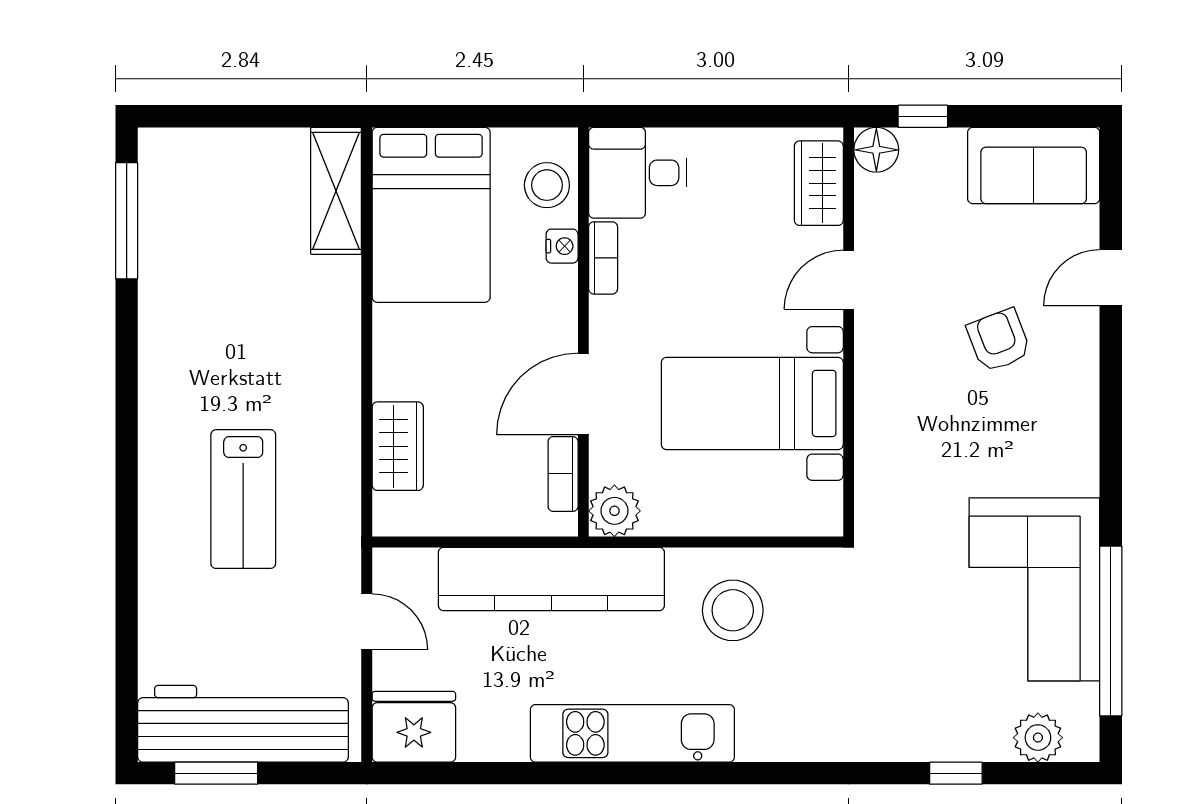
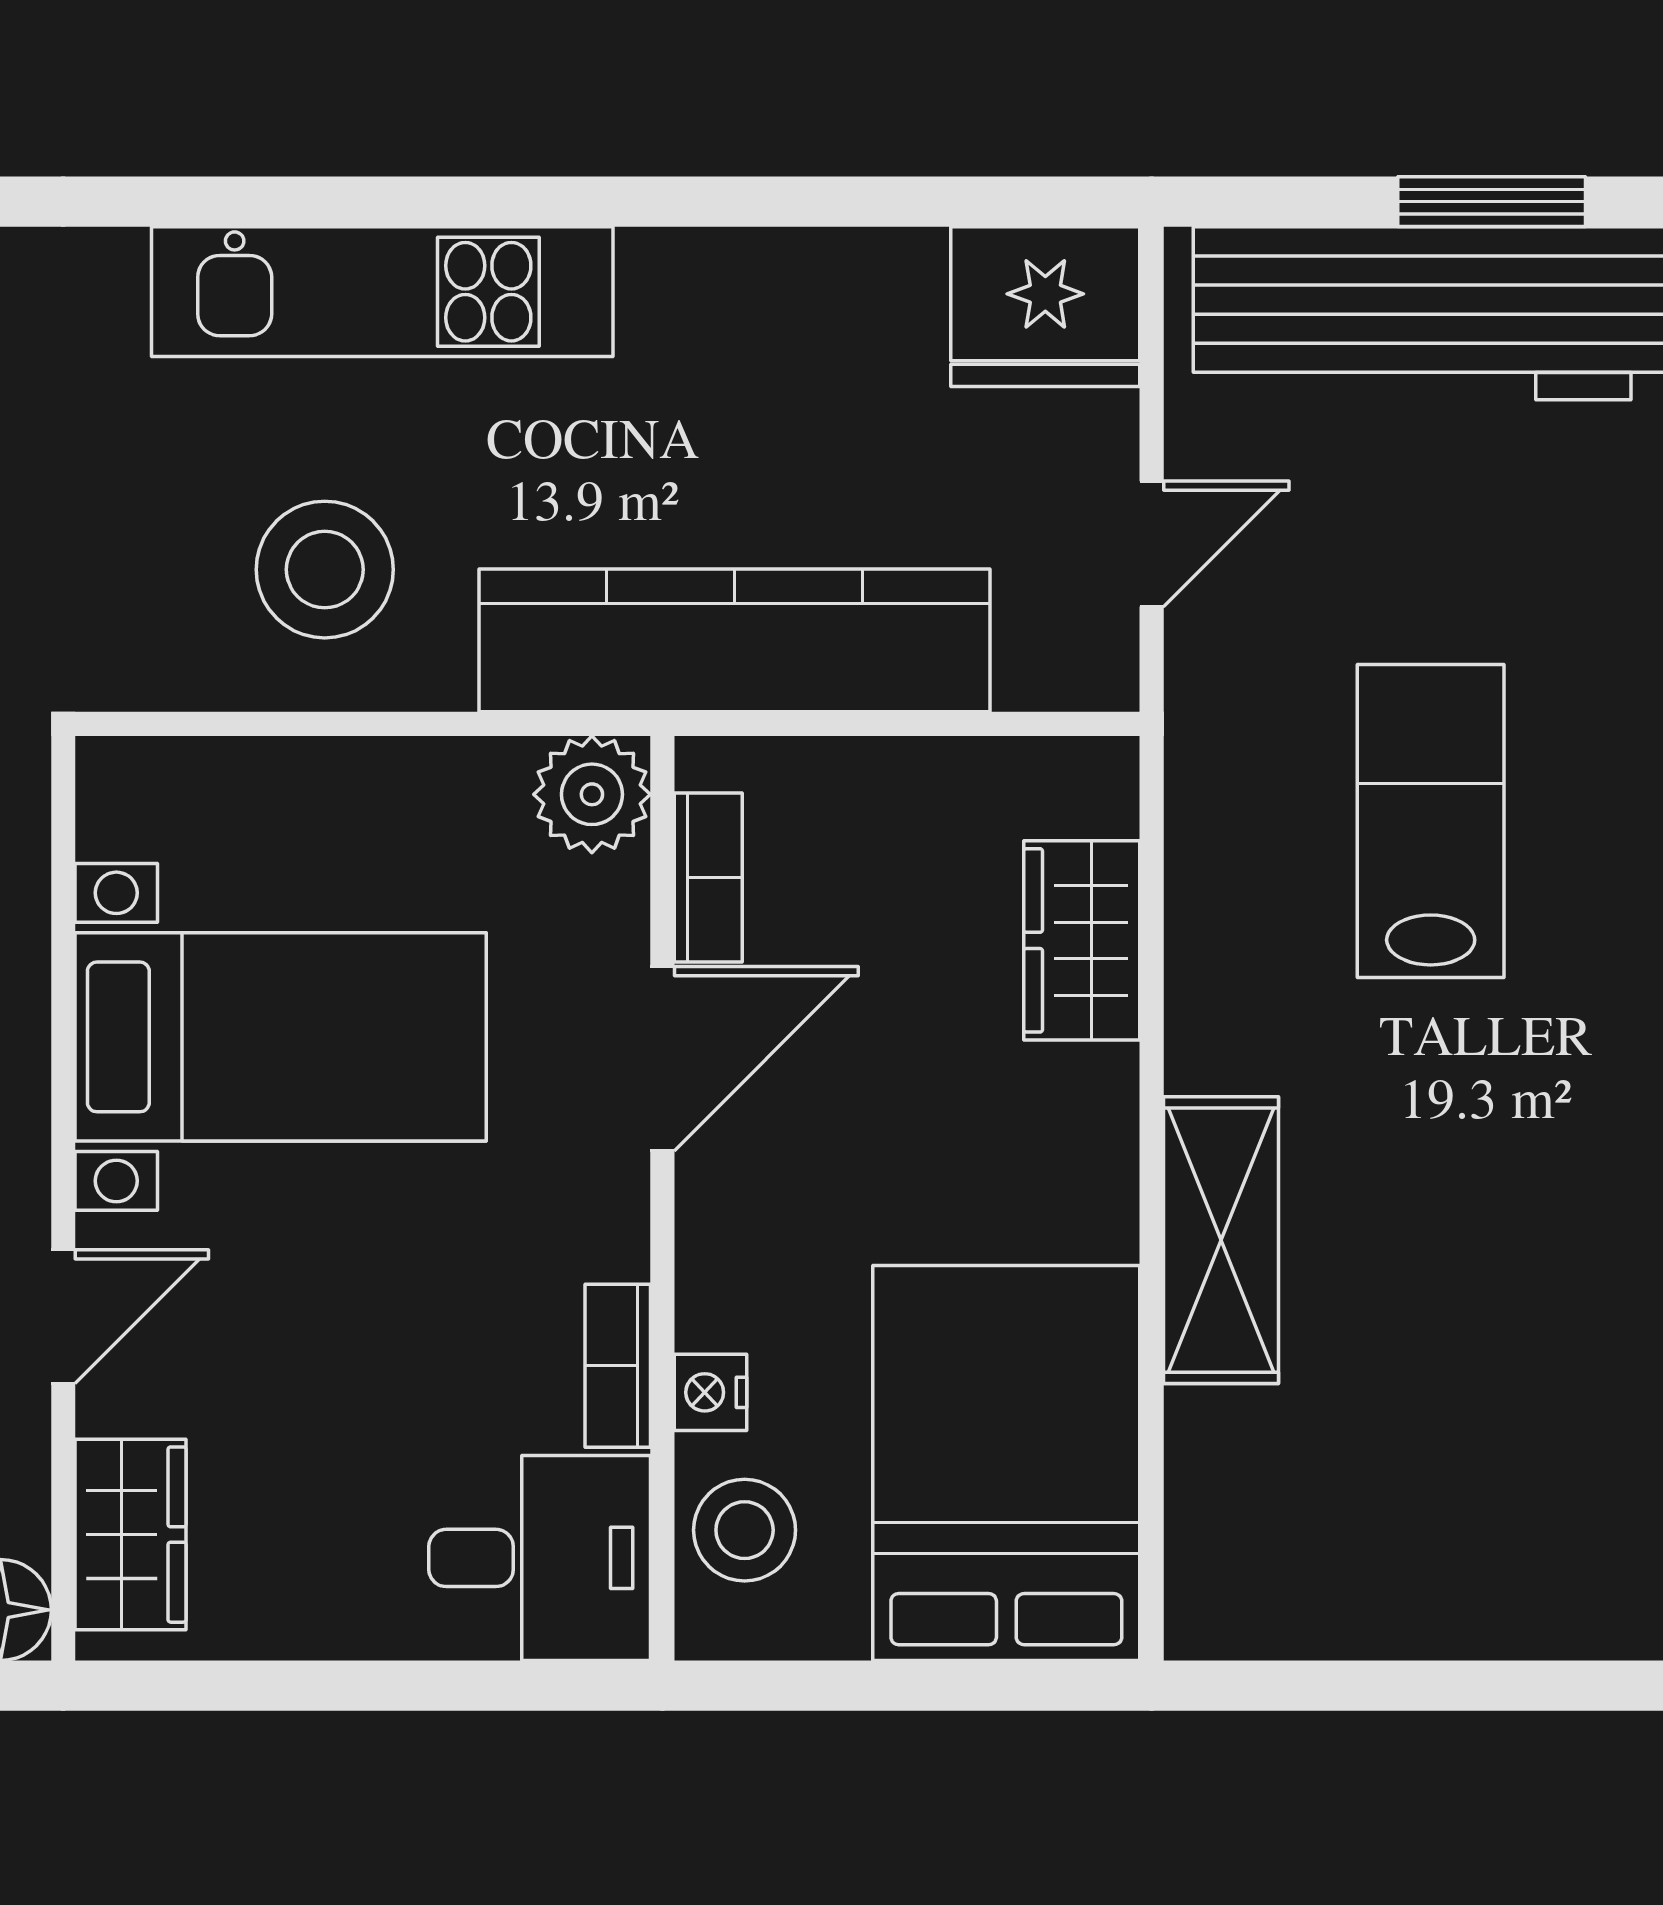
shelving: (336, 191) -> (1221, 1240), moved
door: (367, 622) -> (1152, 544), swing flipped
kitchen unit: (632, 733) -> (382, 292), moved

